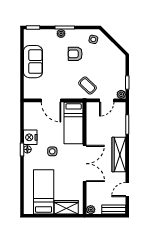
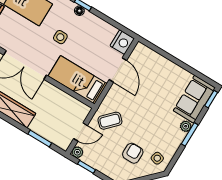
armchair: (75, 54) -> (133, 153), moved
sofa: (33, 62) -> (194, 99), moved, turned 90
door: (51, 100) -> (118, 70), swing flipped
door: (107, 100) -> (80, 132), swing flipped
nightstand: (30, 137) -> (122, 42), moved, turned 90

